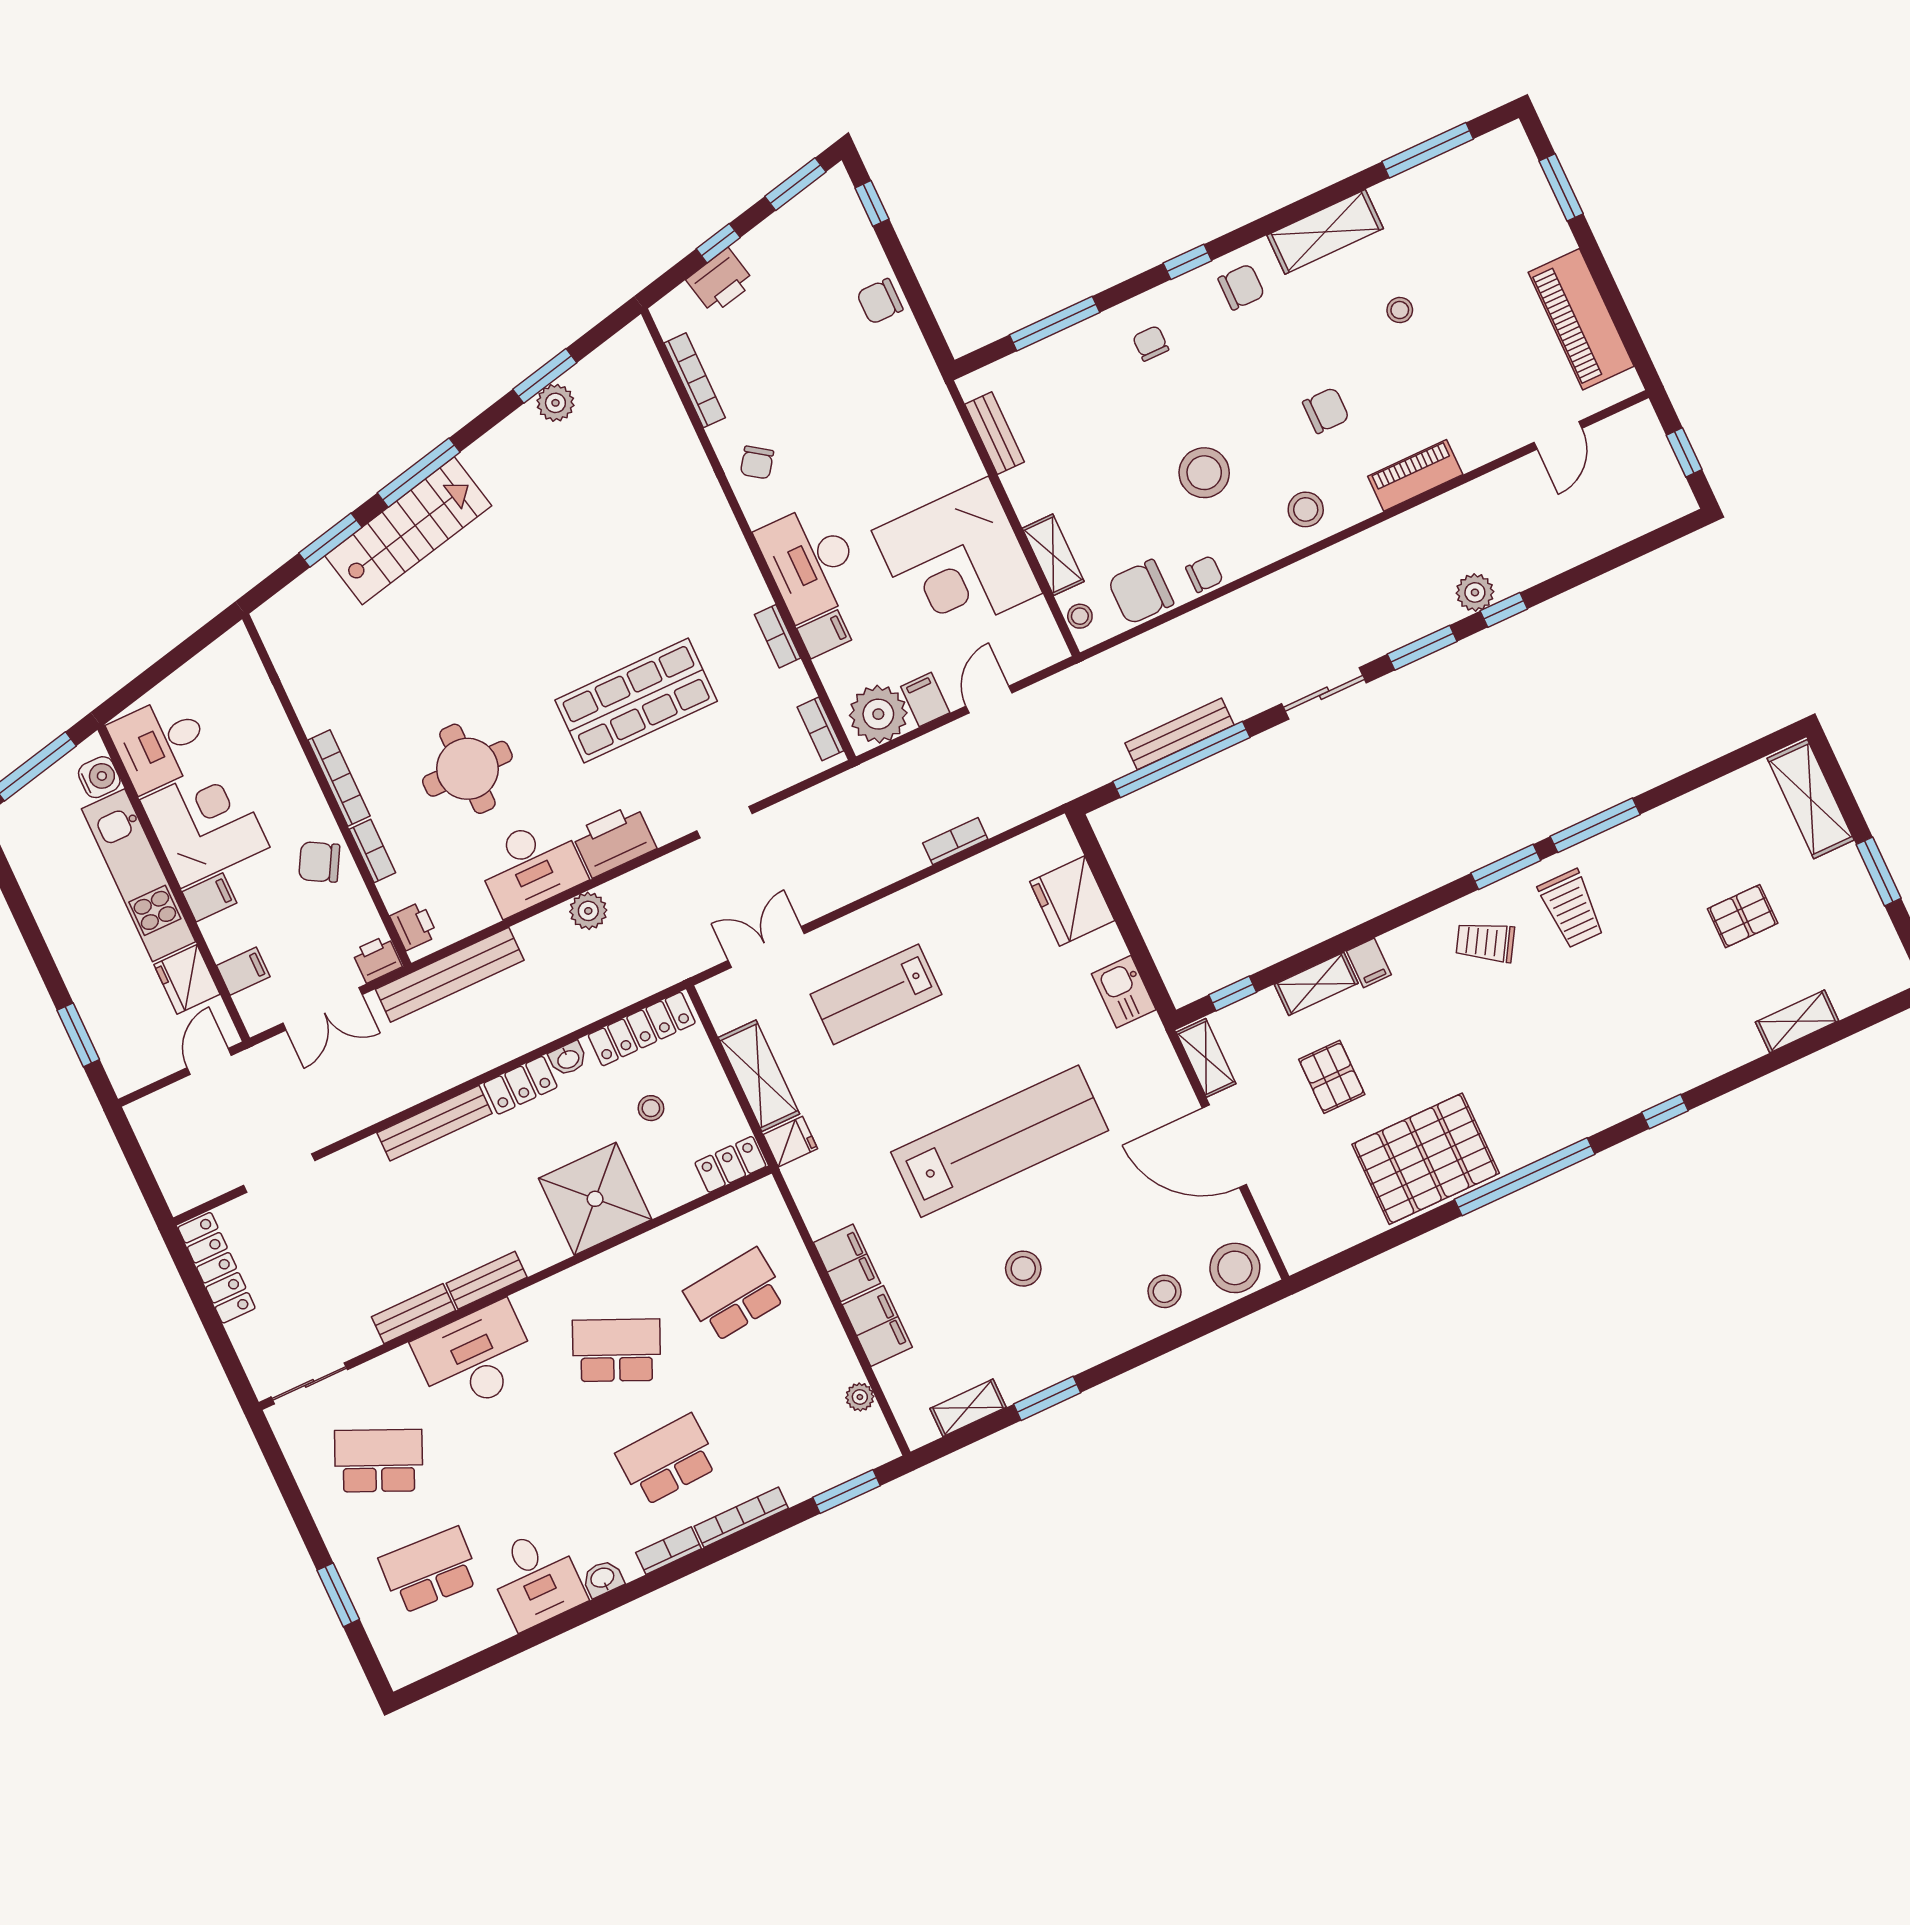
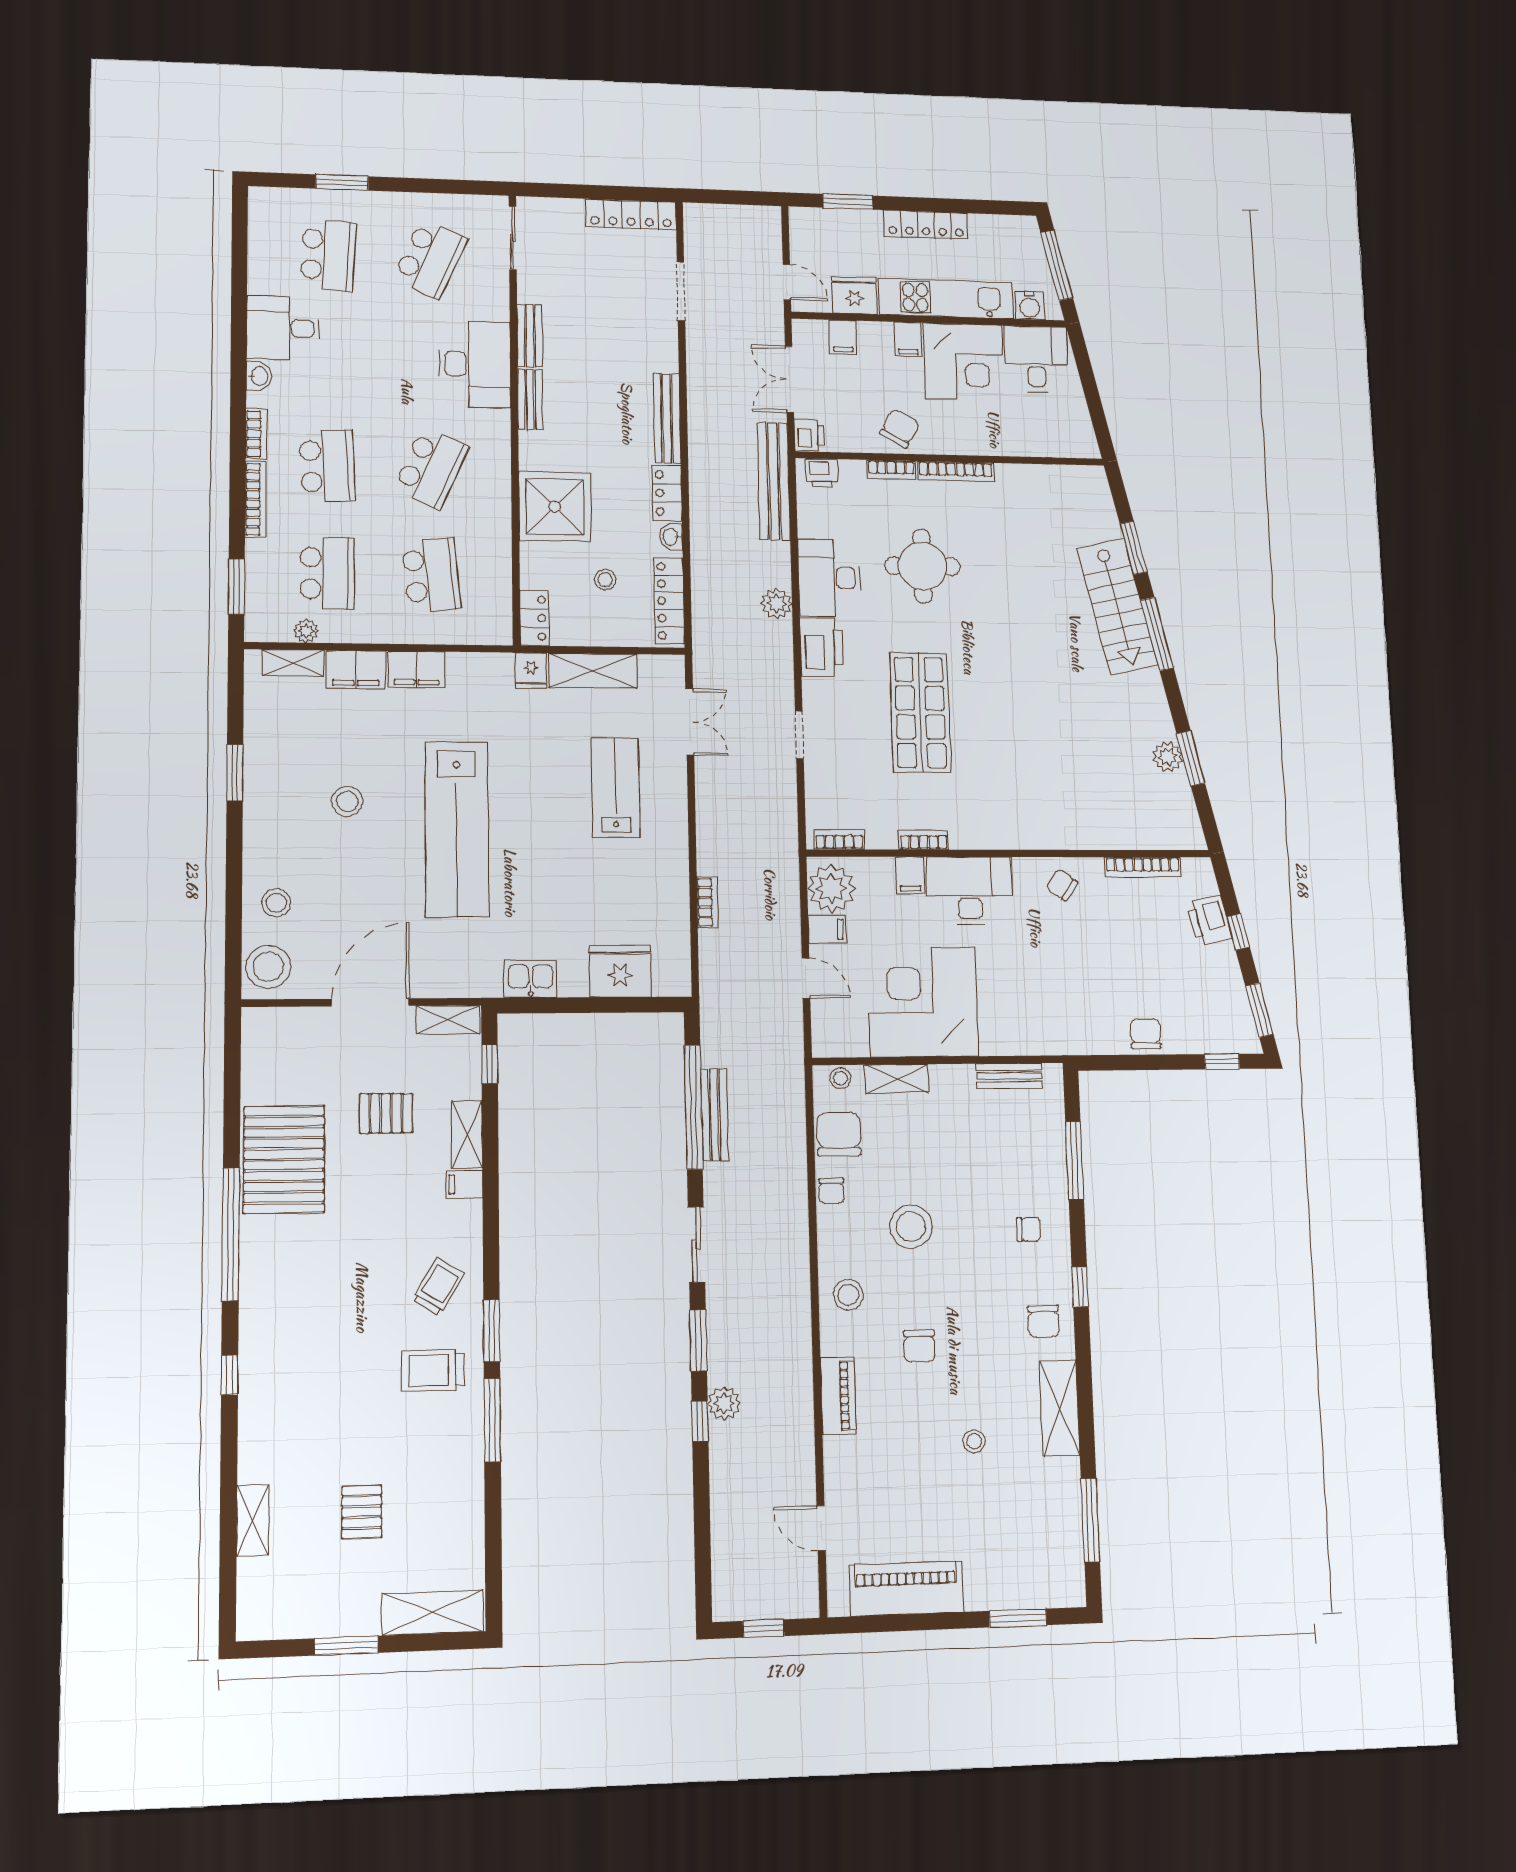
locker: (61, 936) -> (926, 225), added
school desk: (786, 1405) -> (327, 573), added
shelving: (968, 1408) -> (293, 663), moved, turned 90

